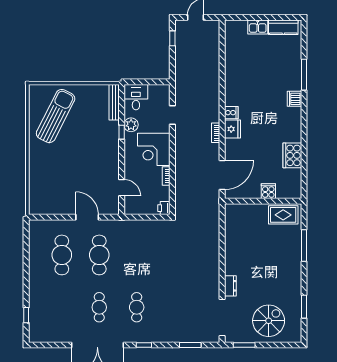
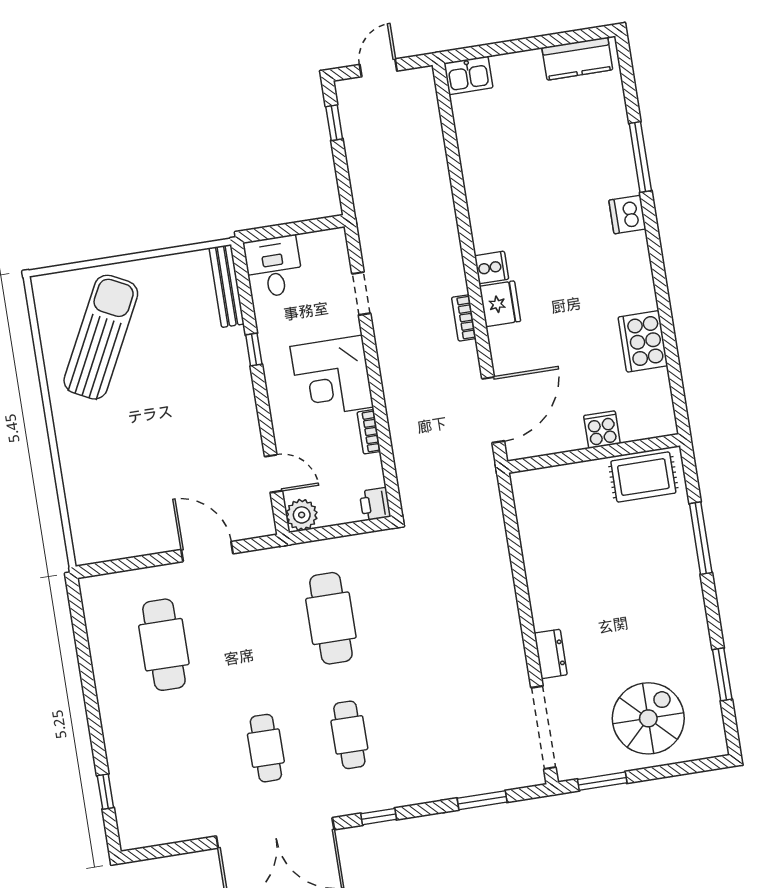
kitchen sink: (258, 27) -> (468, 75), moved
plant: (131, 125) -> (302, 515), moved
cafe table: (99, 255) -> (331, 618), moved

